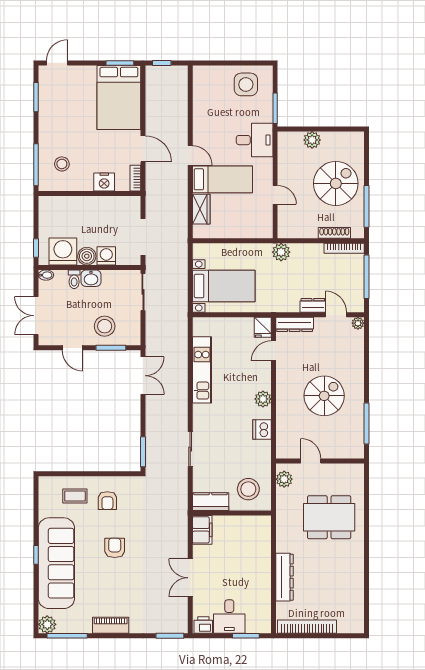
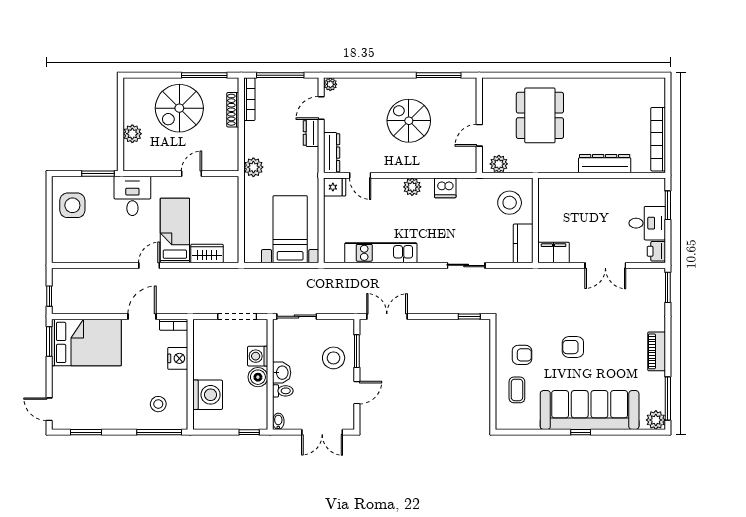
spiral stairs: (336, 183) -> (179, 108), turned -90
washing machine: (63, 251) -> (208, 395), moved, turned 180
window: (143, 452) -> (469, 316), width x0.67

